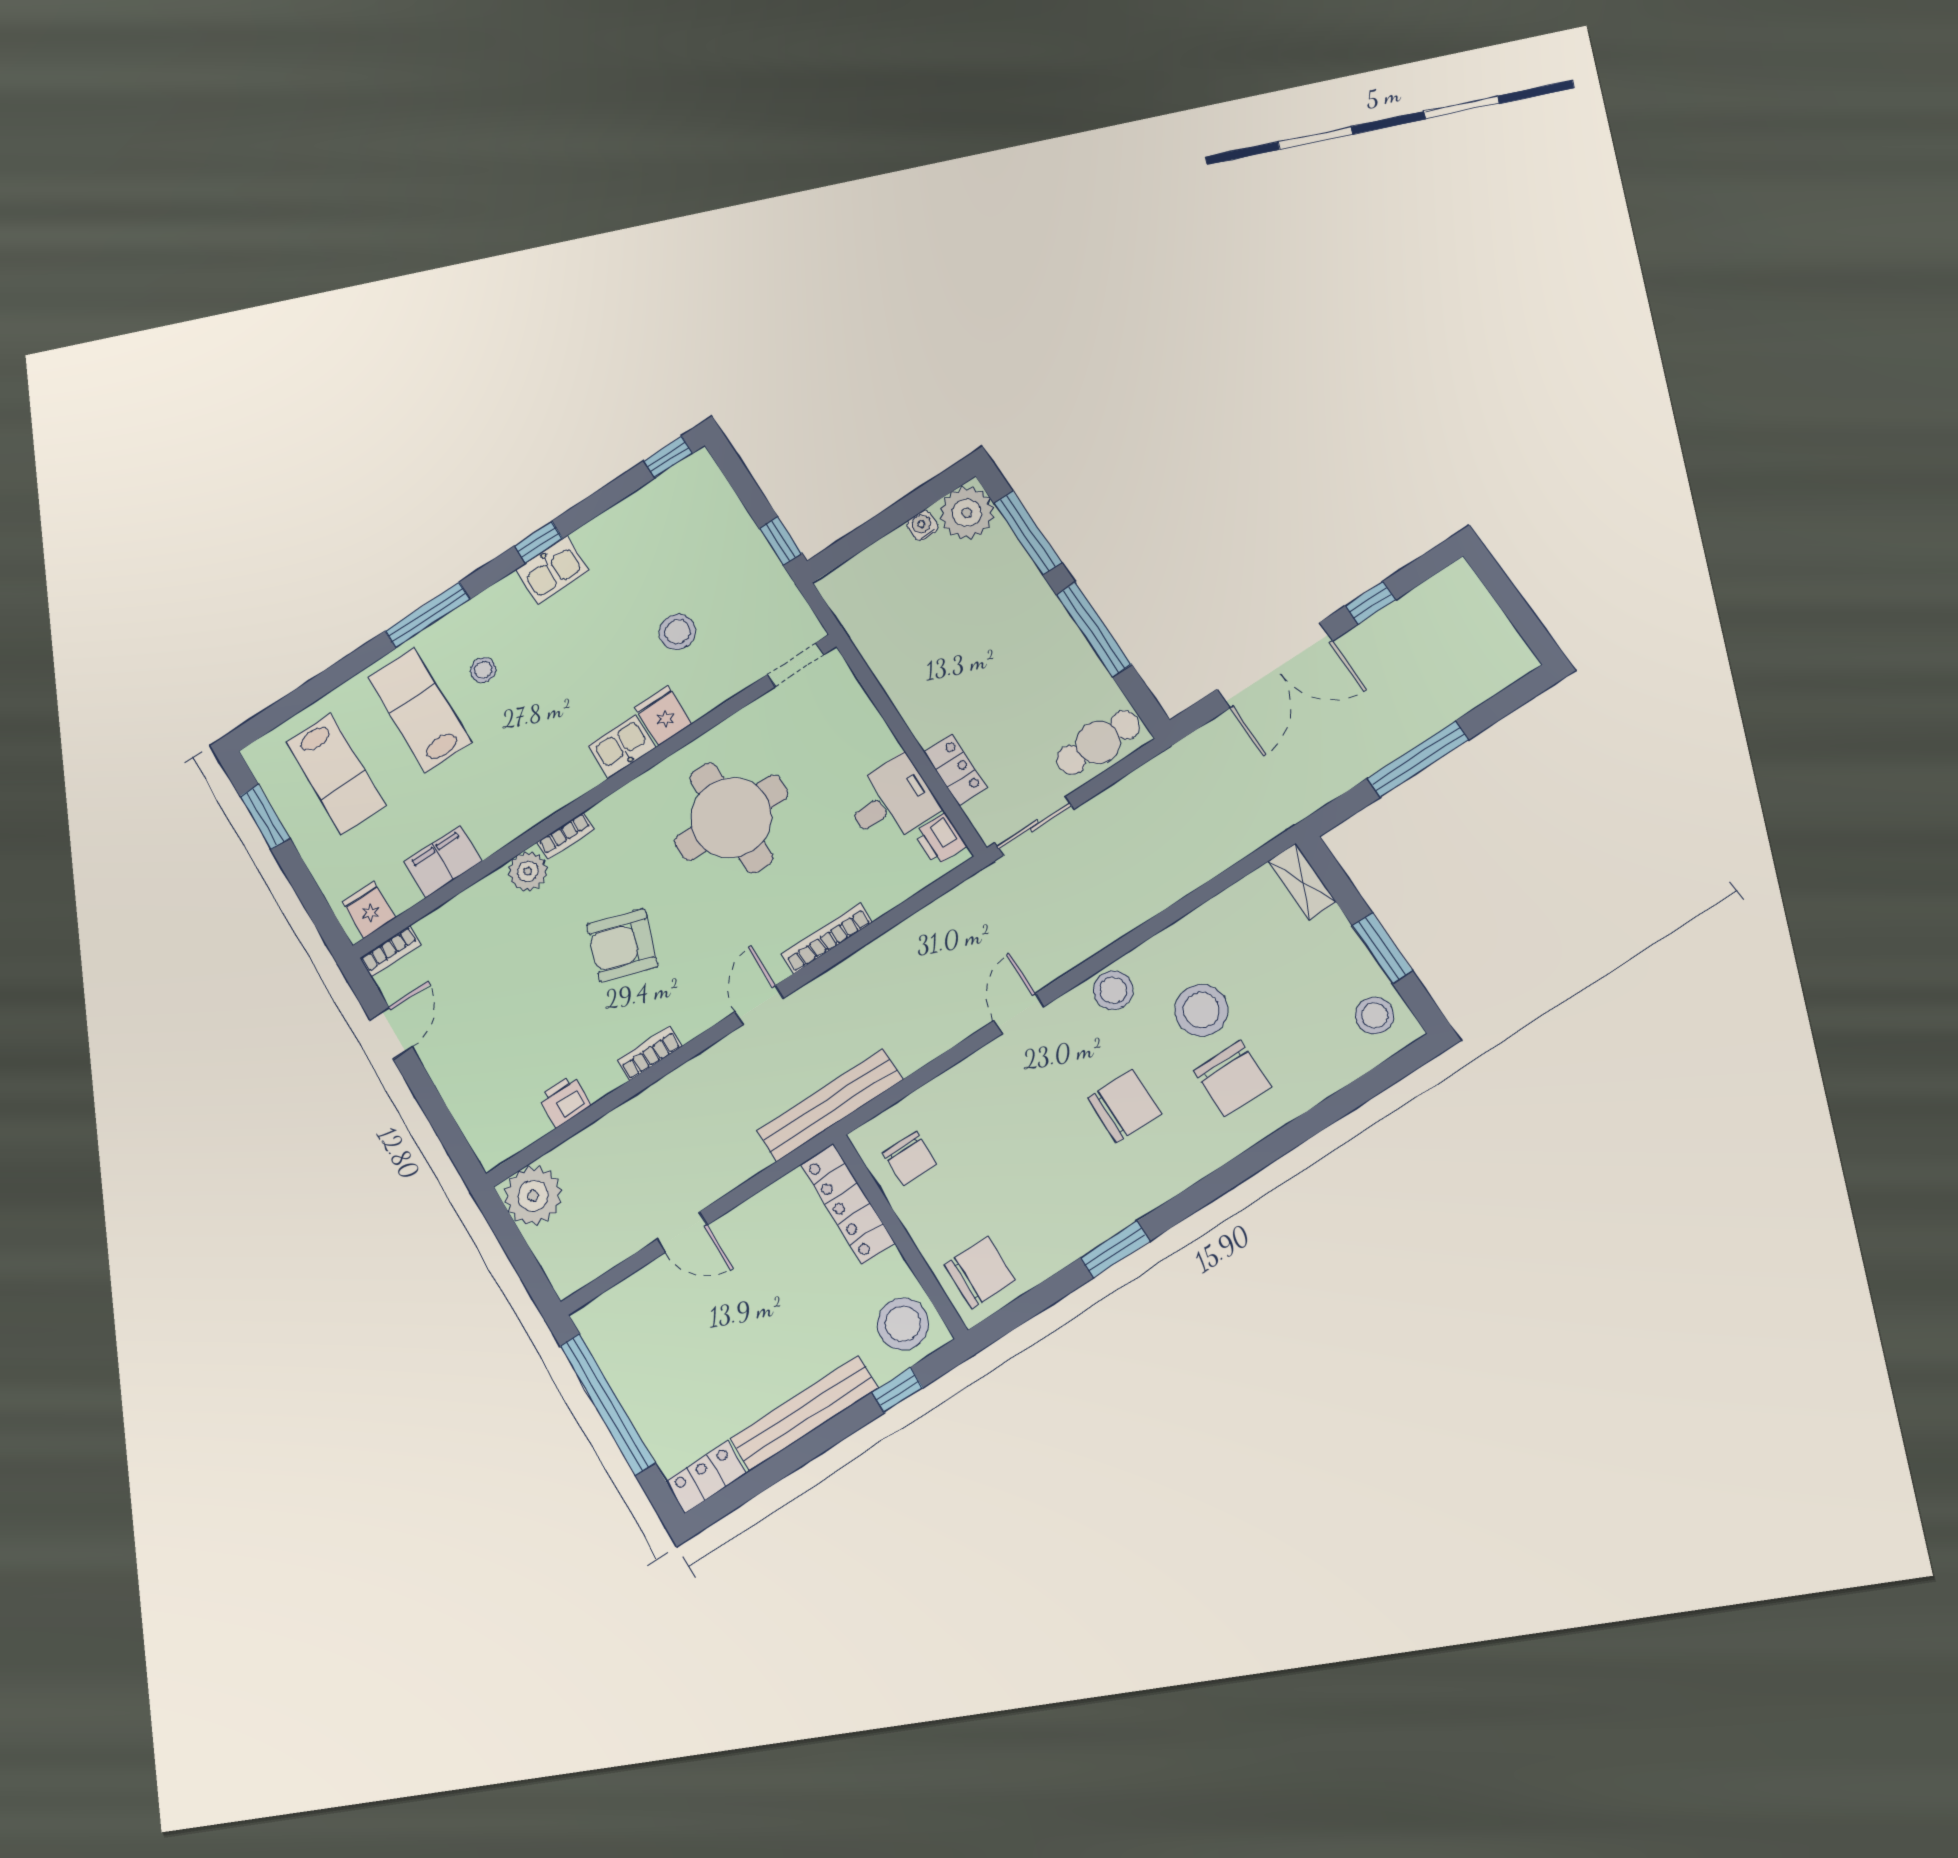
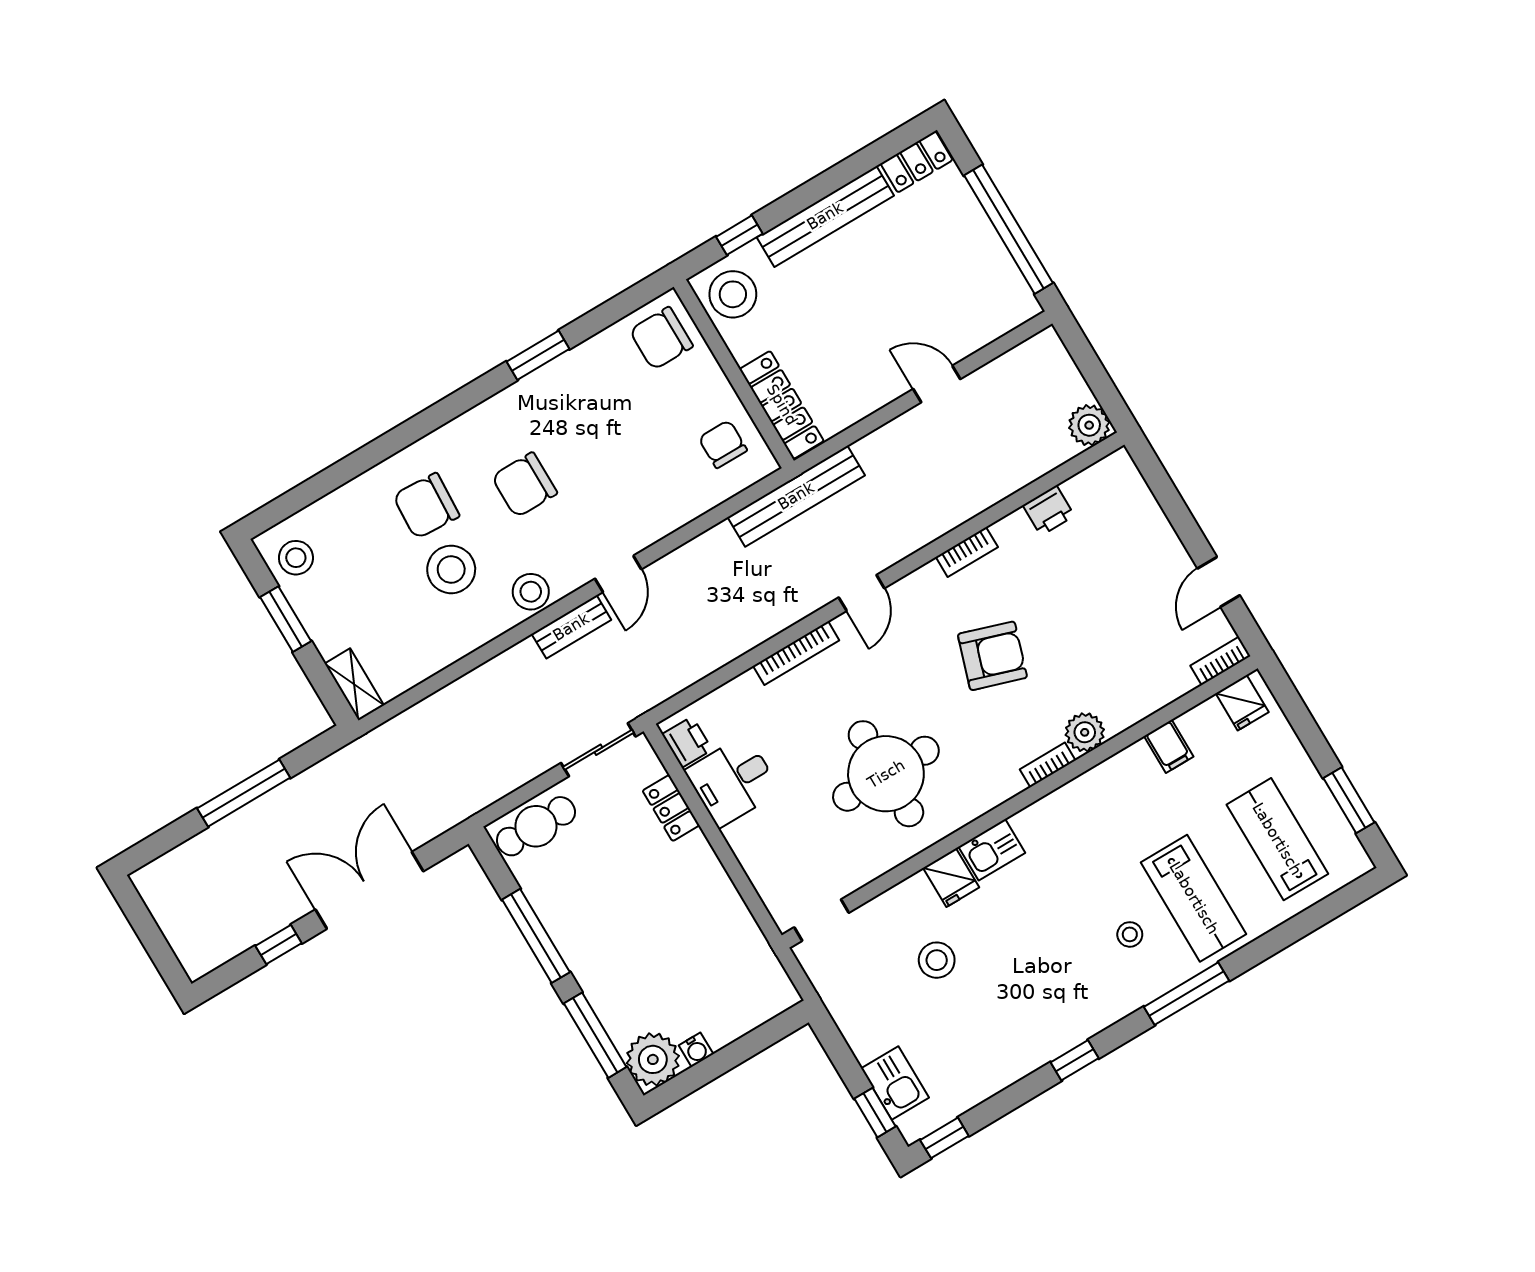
window: (780, 541) -> (875, 1113), moved
kitchen sink: (552, 570) -> (895, 1083), moved, turned 90
filing cabinet: (443, 862) -> (1169, 746), width x0.50
bench: (1068, 955) -> (571, 627), added
chair: (1232, 1079) -> (426, 506), turned -87
plant: (533, 1196) -> (1089, 425), width x0.73, depth x0.73

